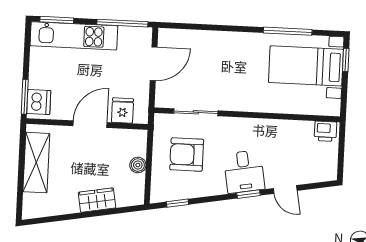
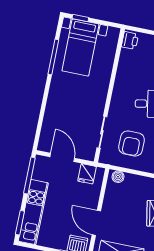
fridge: (123, 110) -> (87, 174), moved, turned -90
door: (90, 124) -> (96, 223), moved
boiler: (138, 165) -> (118, 177), moved

